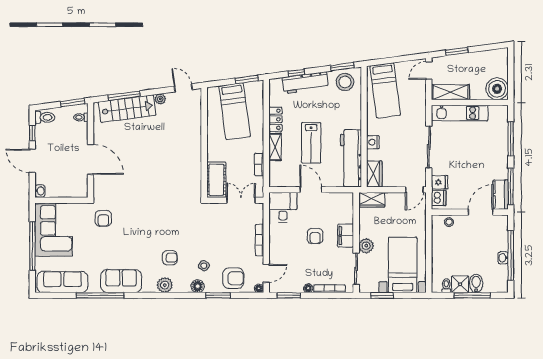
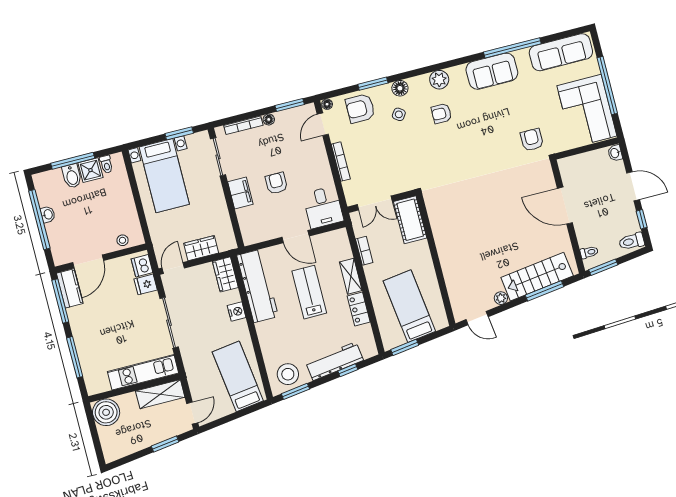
wardrobe: (372, 200) -> (201, 248), moved
plant: (366, 246) -> (213, 187), removed

